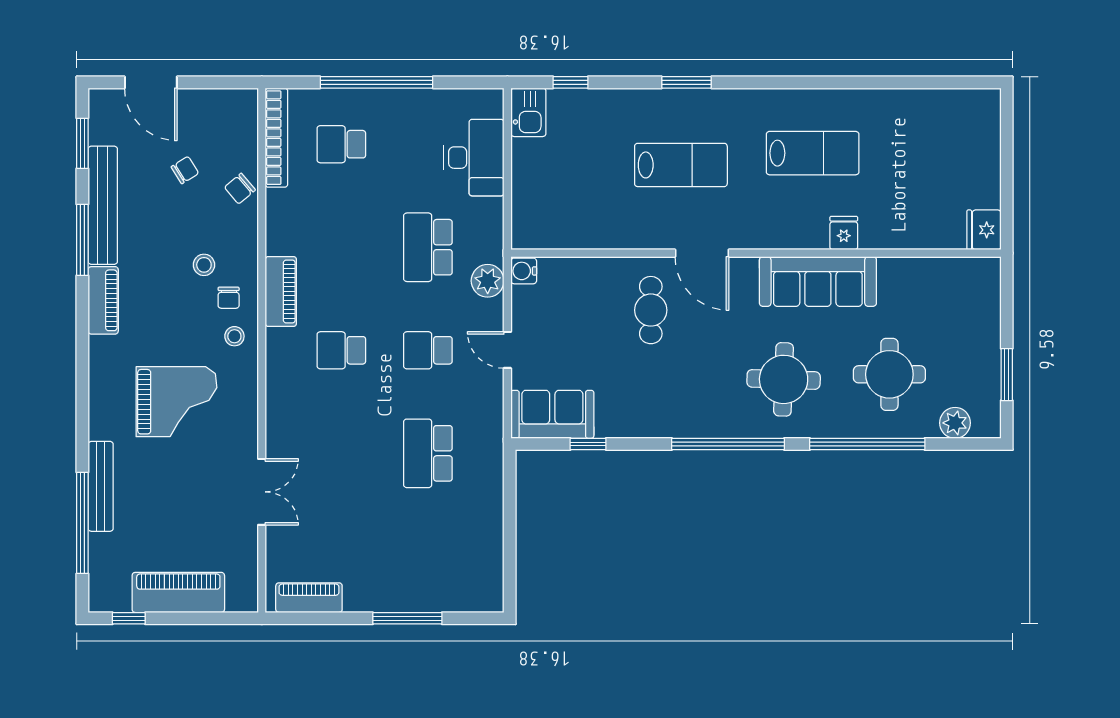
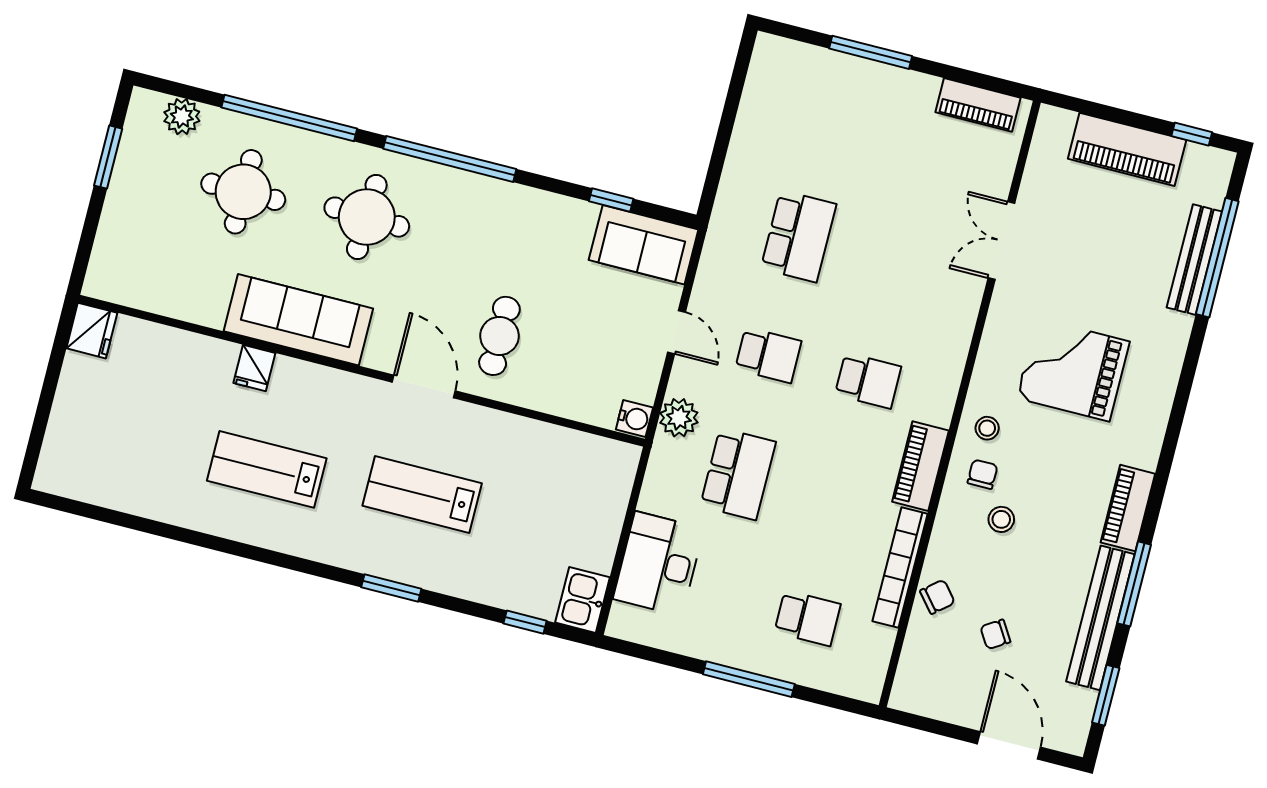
window: (376, 82) -> (749, 679), width x0.68
bookcase: (276, 138) -> (900, 568), moved
bench: (101, 486) -> (1194, 260), moved

